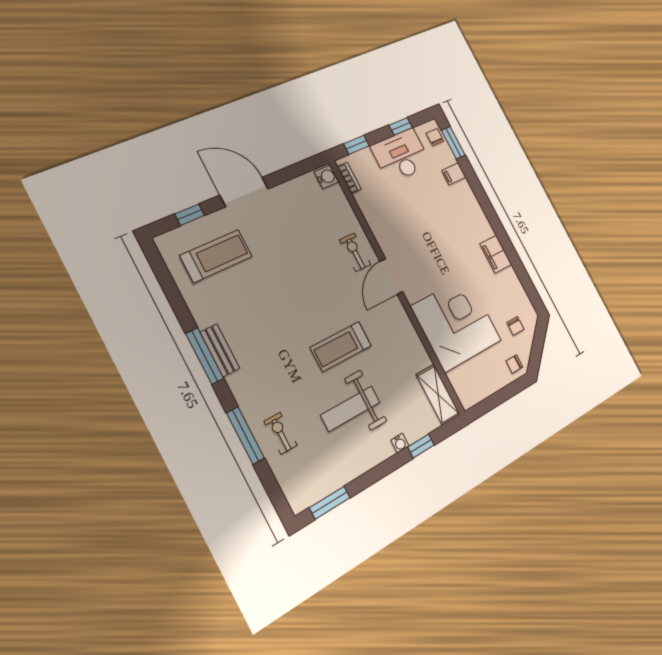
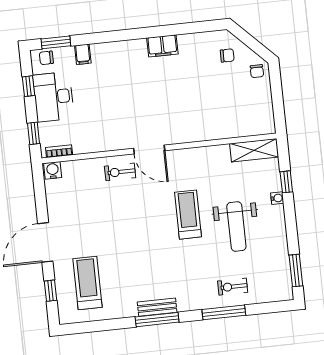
corner desk: (456, 323) -> (206, 109), removed
treadmill: (341, 347) -> (188, 215), turned 180

